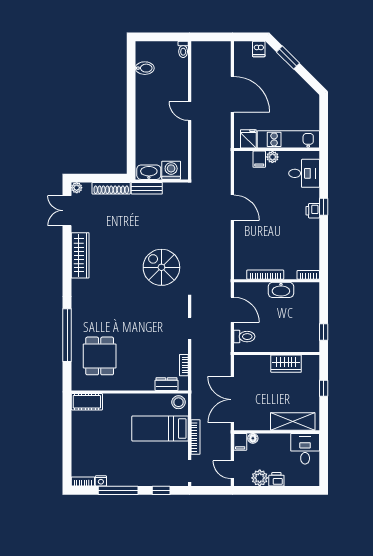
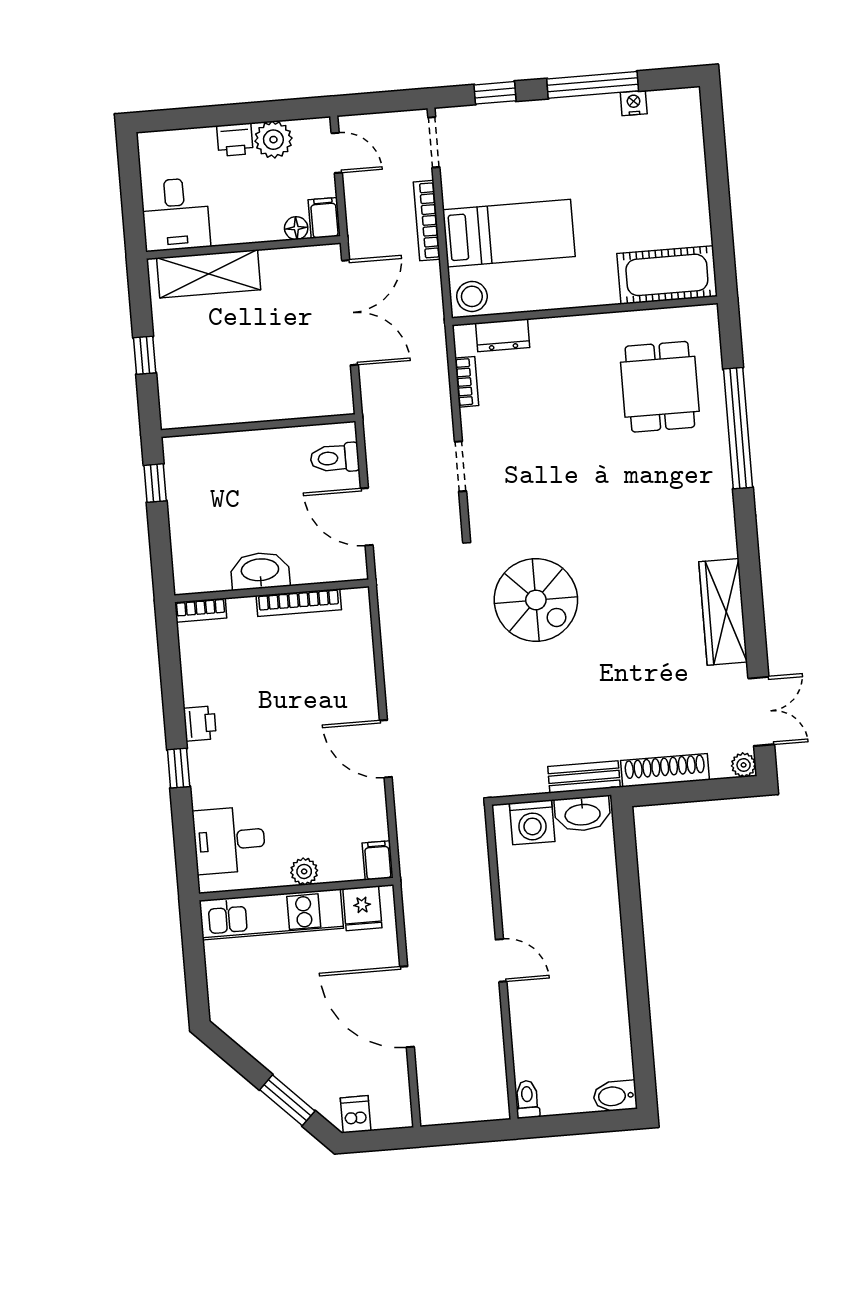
bidet: (145, 68) -> (615, 1096), moved
filing cabinet: (259, 159) -> (378, 860), moved
printer: (313, 211) -> (200, 724), moved
wardrobe: (286, 364) -> (235, 404), removed
cot: (87, 402) -> (667, 275), width x1.37, depth x1.34
bookcase: (83, 481) -> (675, 98), removed

